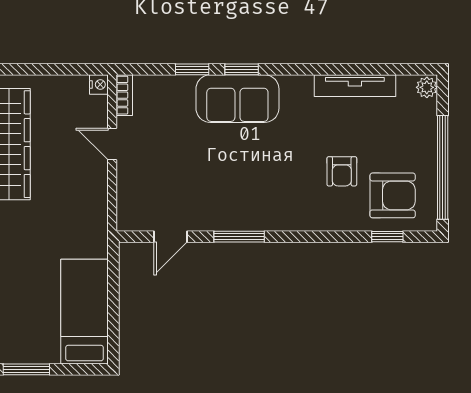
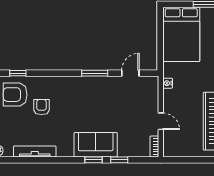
nightstand: (99, 85) -> (168, 83), moved
bed: (84, 312) -> (181, 34), width x1.50

